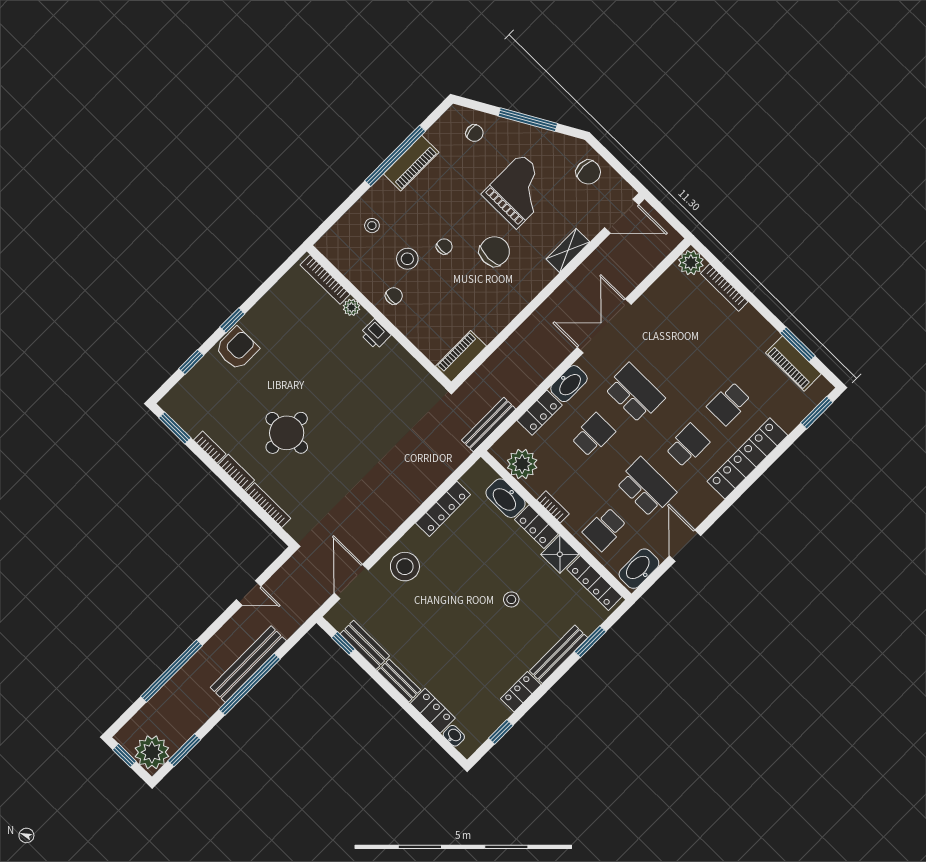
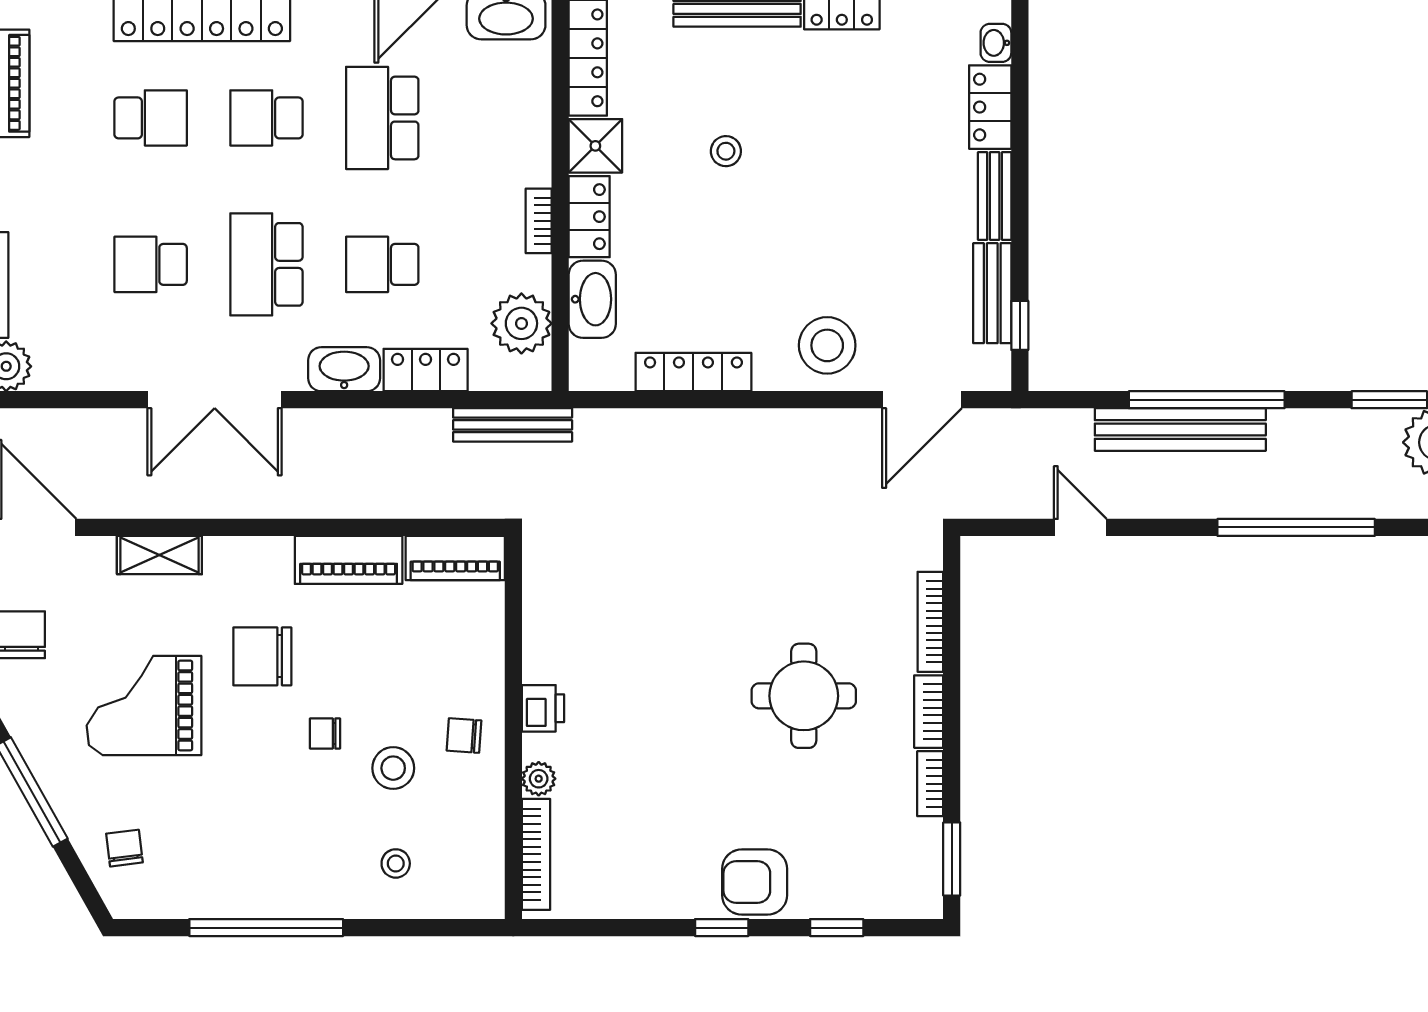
piano: (411, 163) -> (349, 560), moved, turned 180
school desk: (605, 529) -> (151, 264), moved, turned 180

